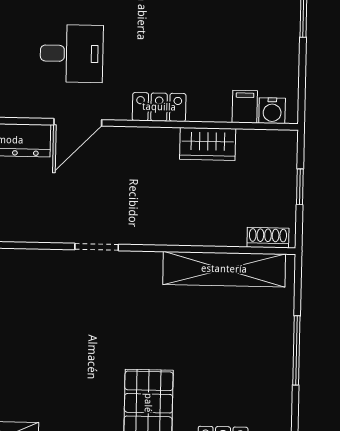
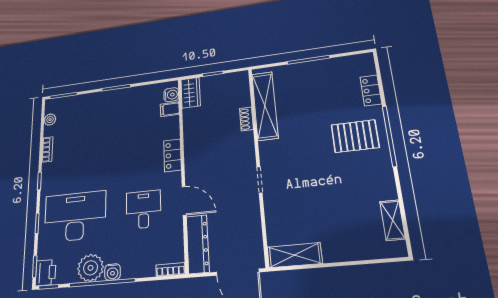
wardrobe: (208, 144) -> (191, 93), moved
shoe rack: (268, 238) -> (246, 119), moved

